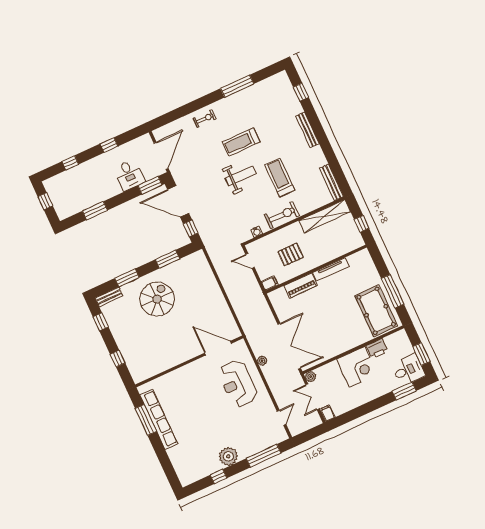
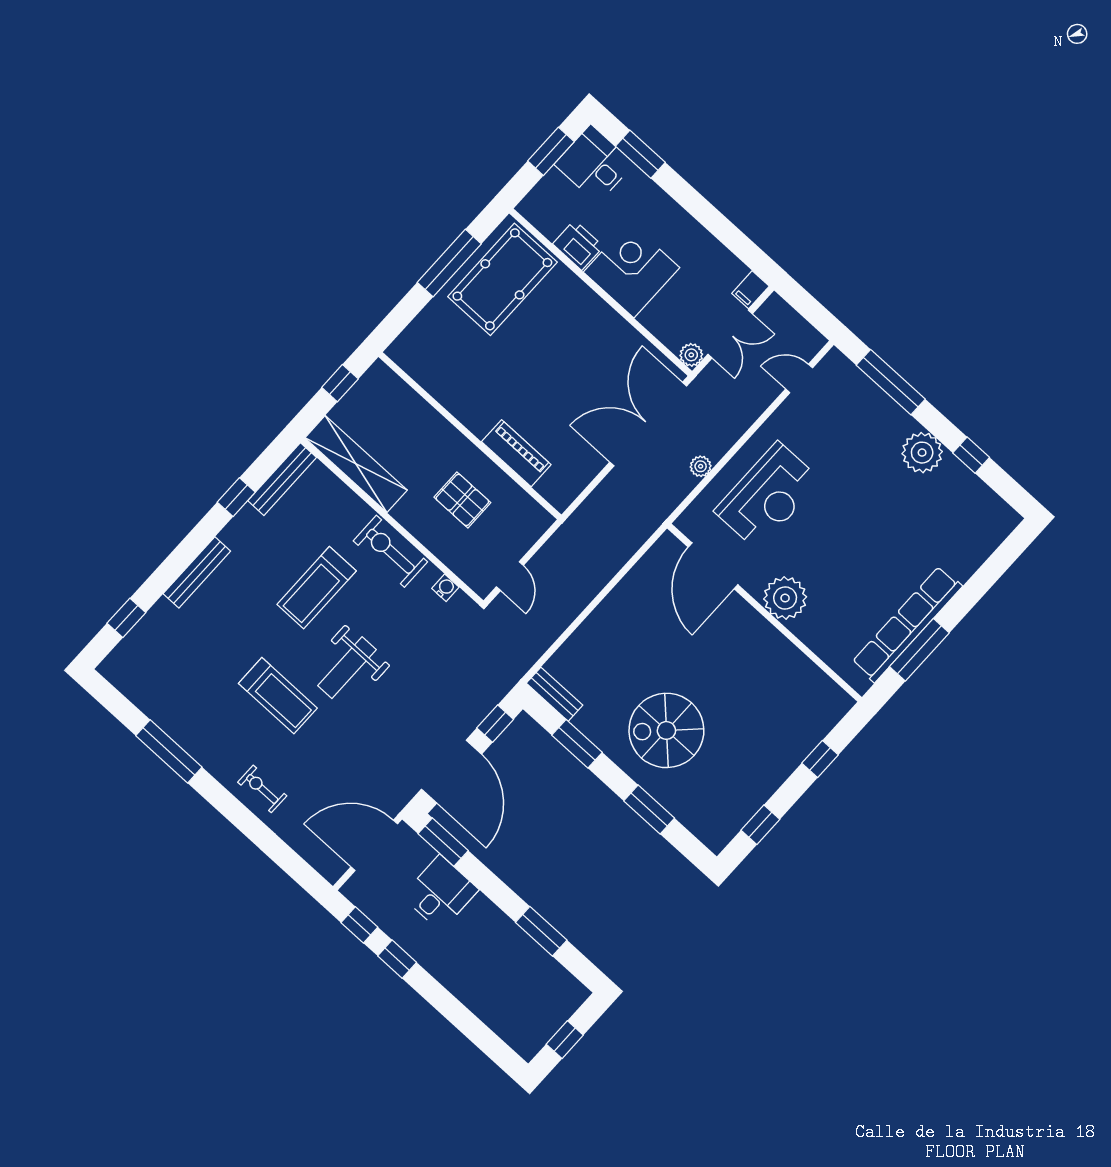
window: (332, 160) -> (236, 497), added
window: (70, 163) -> (359, 925), moved
weight bench: (241, 176) -> (347, 668), turned -90
tv unit: (331, 269) -> (458, 406), removed
filing cabinet: (270, 283) -> (538, 518), removed
bench: (109, 297) -> (555, 694), moved
plant: (192, 373) -> (785, 598), added

